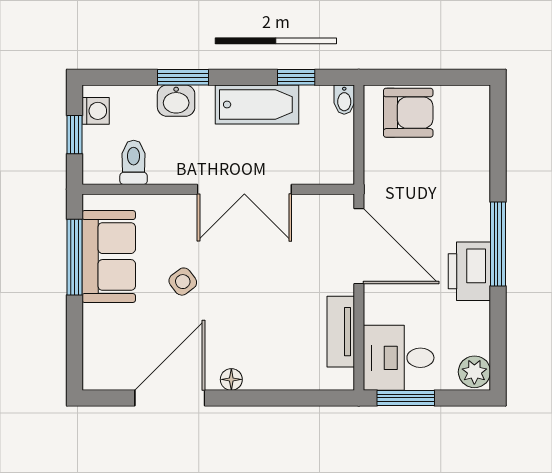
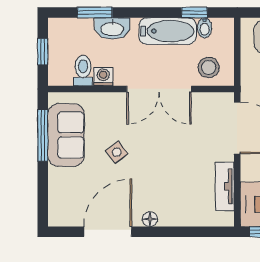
window: (183, 77) -> (95, 12), moved
bidet: (344, 100) -> (205, 28), moved
washbasin: (176, 101) -> (112, 28), width x1.38
washing machine: (96, 111) -> (103, 77), moved, turned -90
stool: (317, 158) -> (209, 67), added

